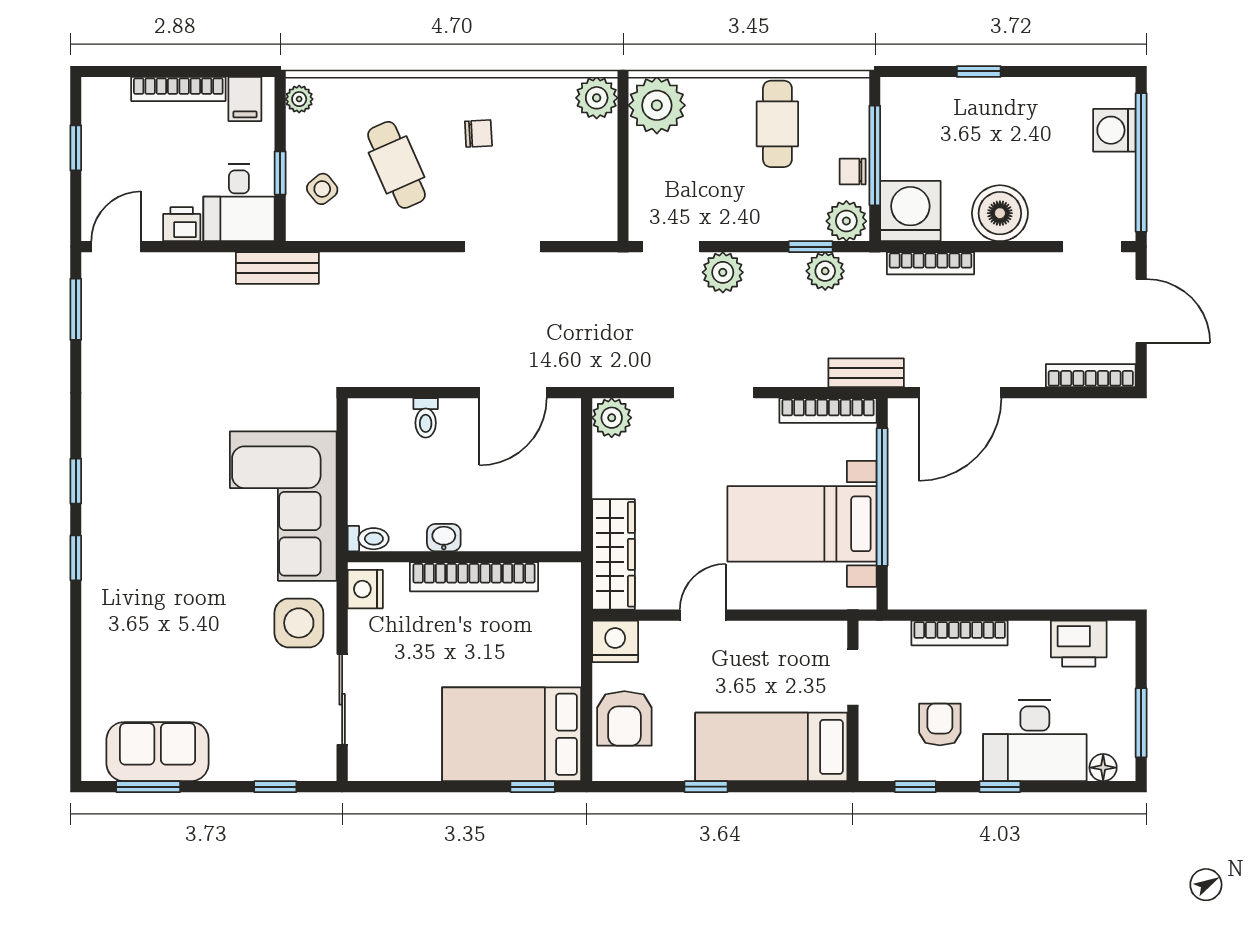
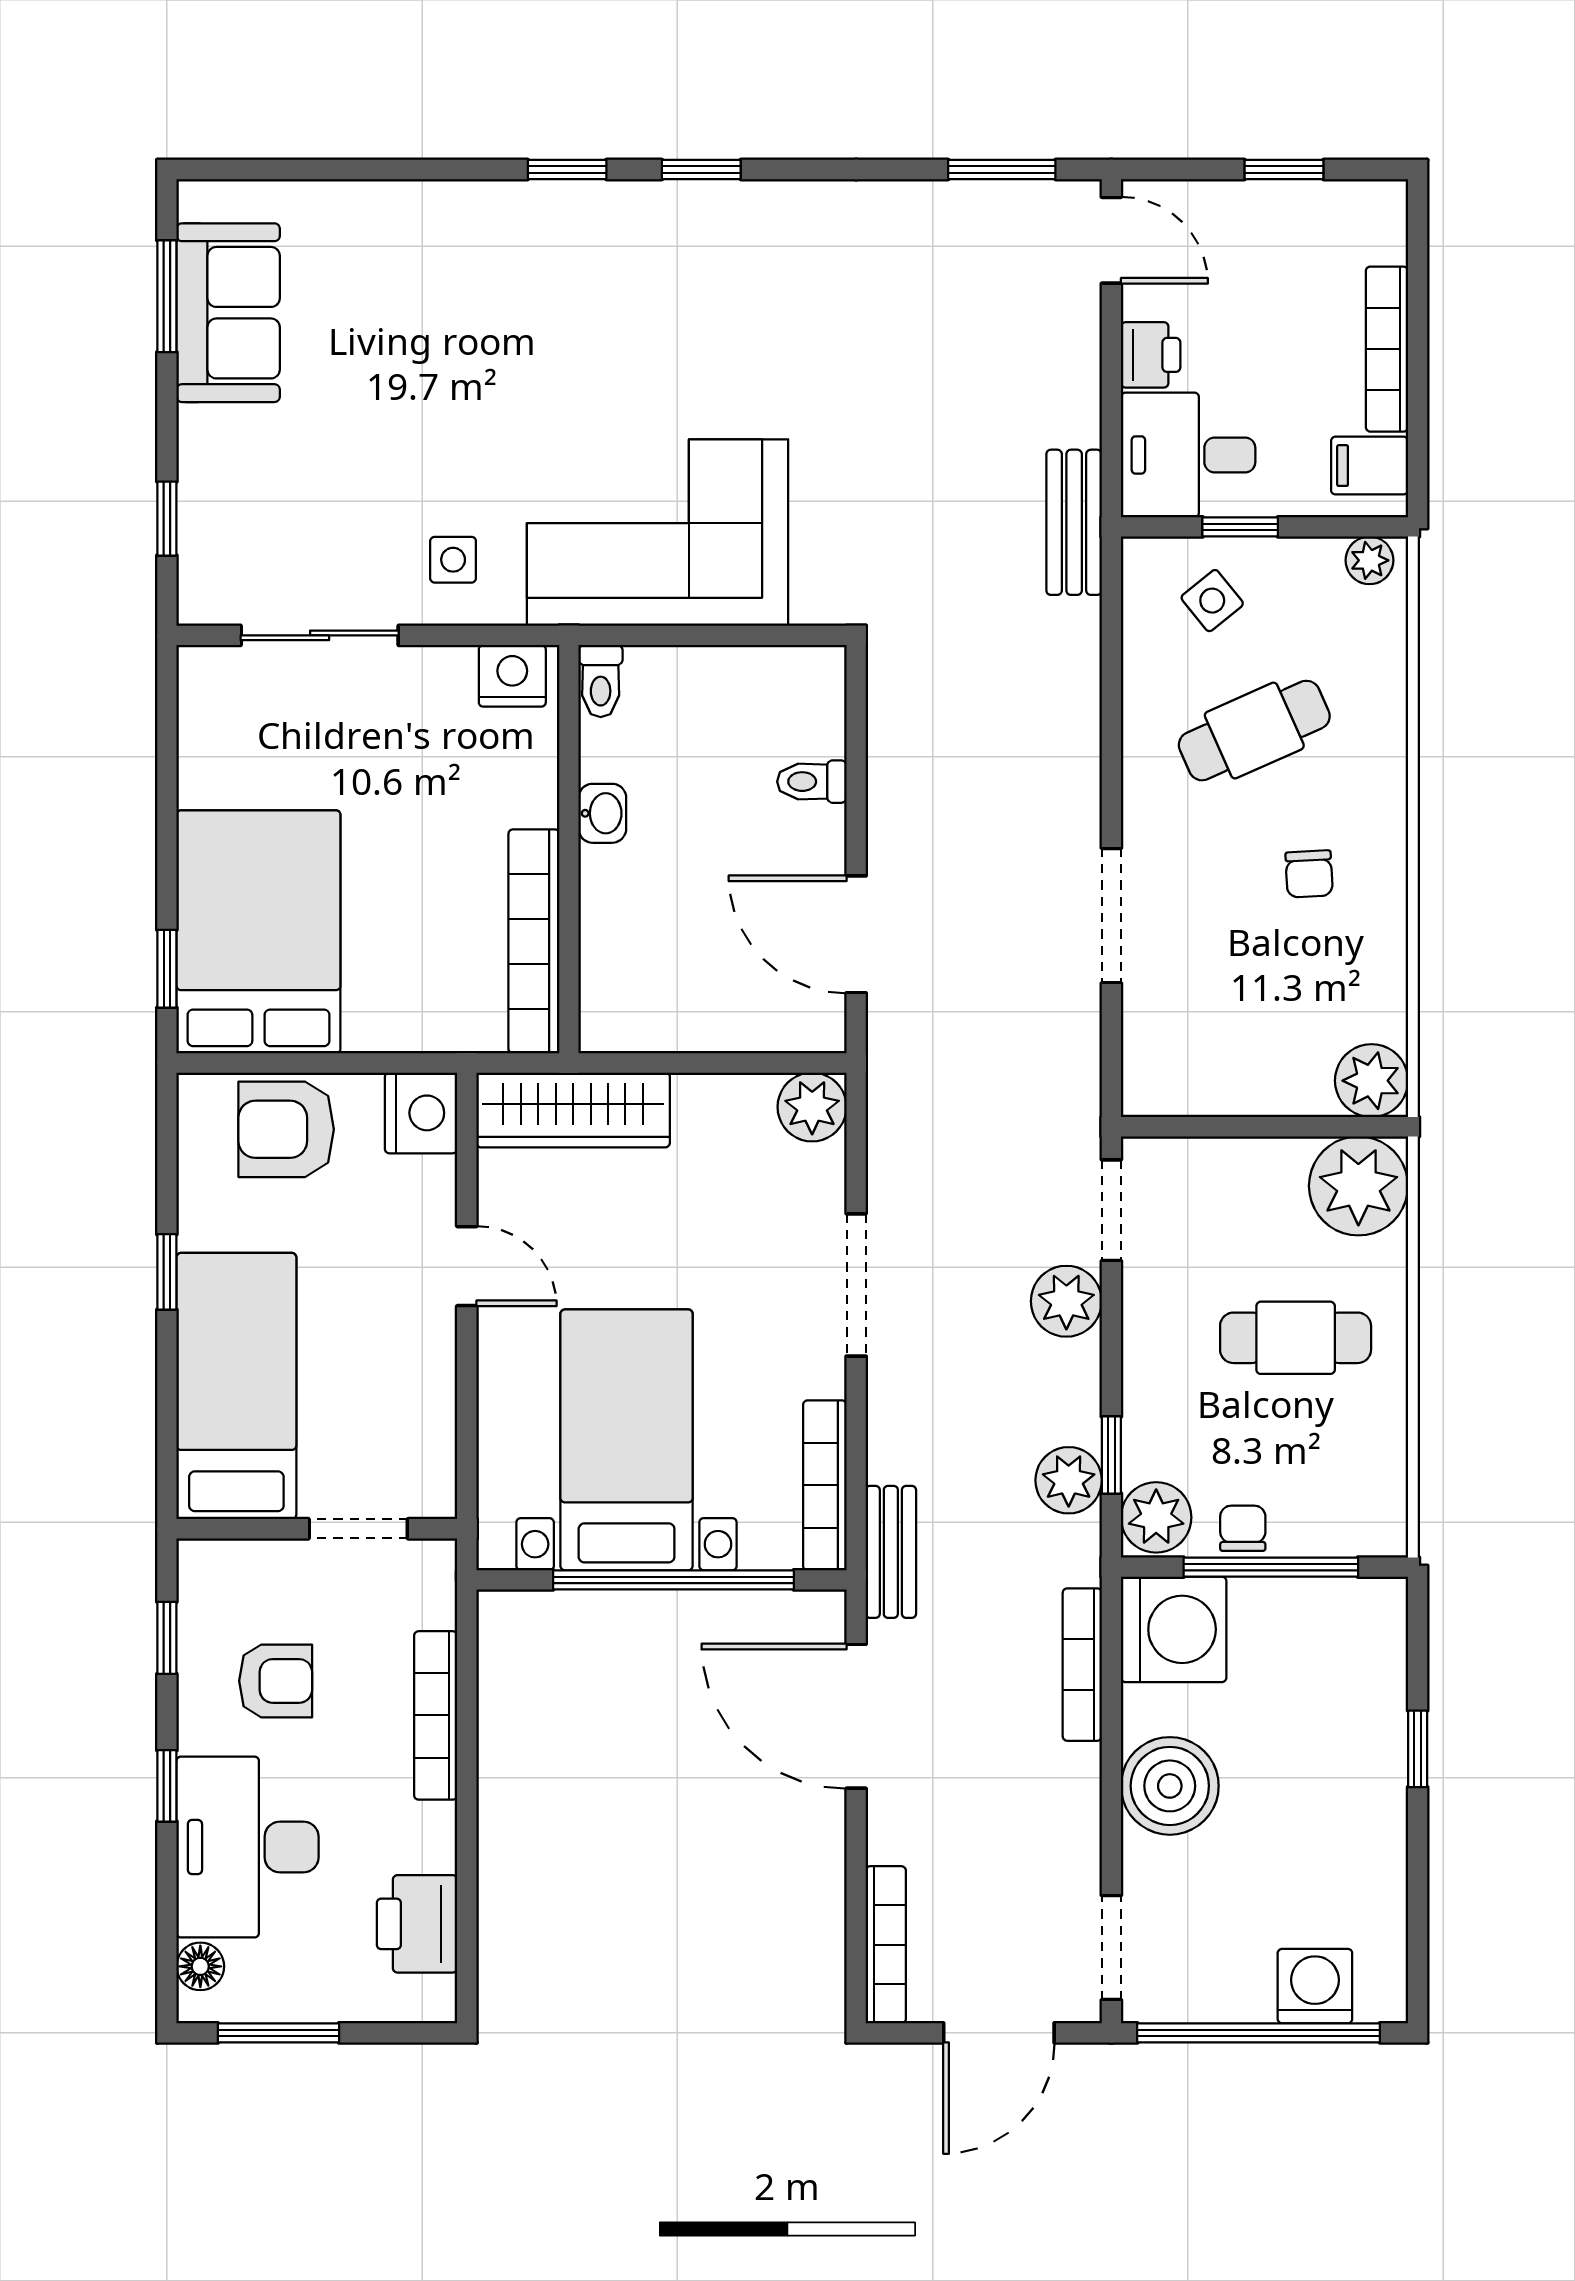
cafe table: (777, 124) -> (1296, 1338), moved
bookcase: (474, 577) -> (534, 941), moved
side table: (299, 623) -> (453, 560), width x0.54, depth x0.54

